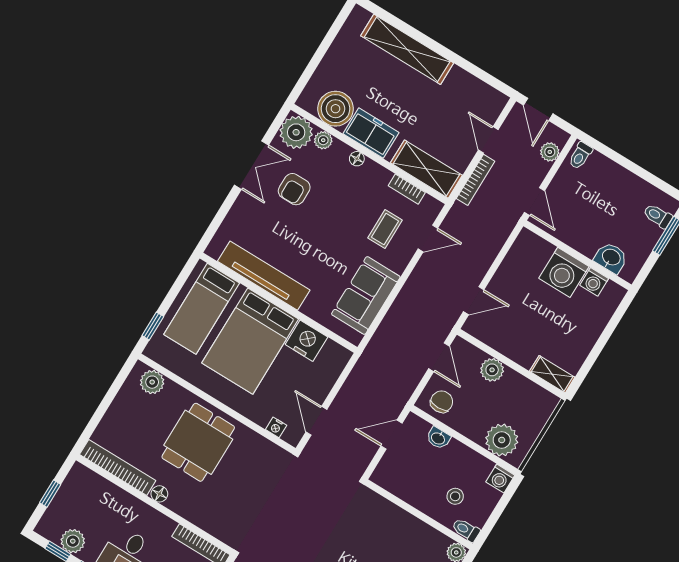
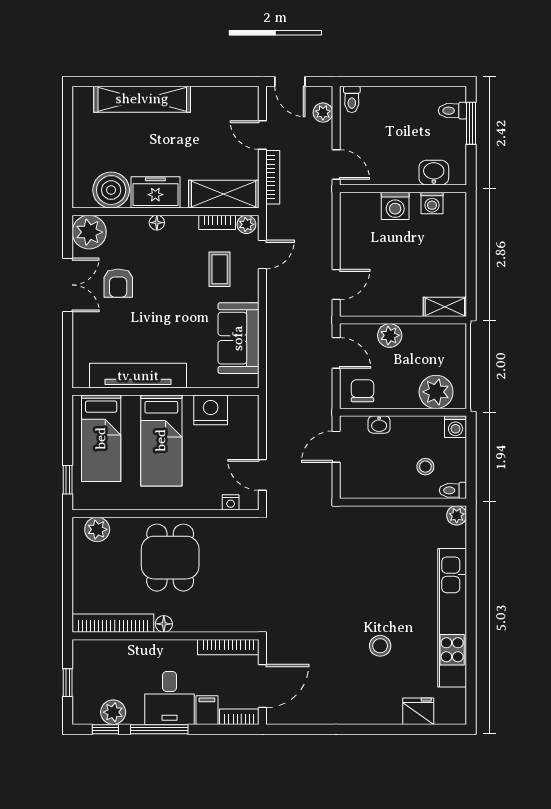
plant: (323, 140) -> (246, 224), moved
washing machine: (564, 272) -> (395, 206), width x0.73, depth x0.73
bed: (250, 341) -> (161, 440), width x0.67

